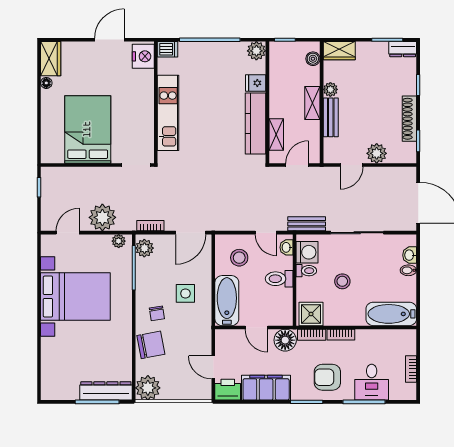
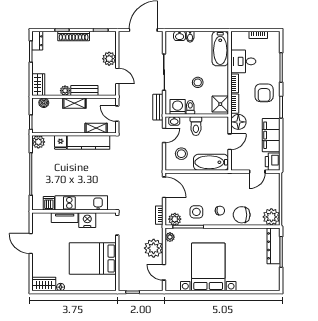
dishwasher: (167, 49) -> (49, 203), moved
nightstand: (143, 56) -> (87, 220), moved
tv unit: (147, 89) -> (65, 218), added
shoe rack: (409, 119) -> (74, 36), moved
side table: (185, 293) -> (196, 212), moved
chair: (151, 345) -> (242, 215), turned -79
desk: (372, 382) -> (243, 61), moved, turned 180

